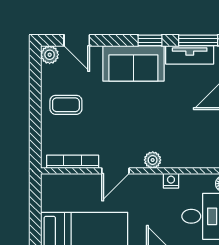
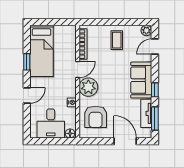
armchair: (196, 141) -> (96, 117), added
plant: (153, 160) -> (88, 87), width x1.87, depth x1.87
door: (115, 171) -> (78, 69), swing flipped

